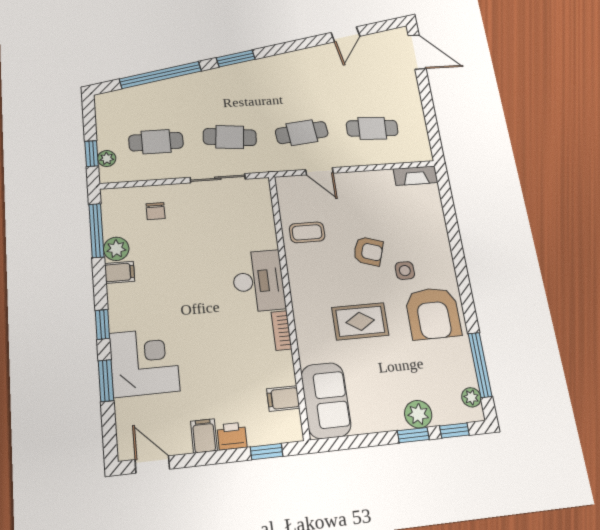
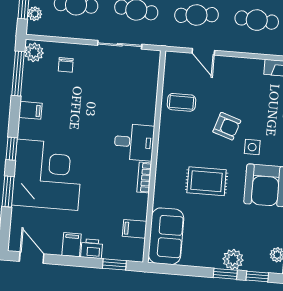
plant: (116, 249) -> (34, 52), moved
desk: (258, 281) -> (134, 142), width x0.73
corner desk: (144, 362) -> (47, 175), width x1.36, depth x1.36

